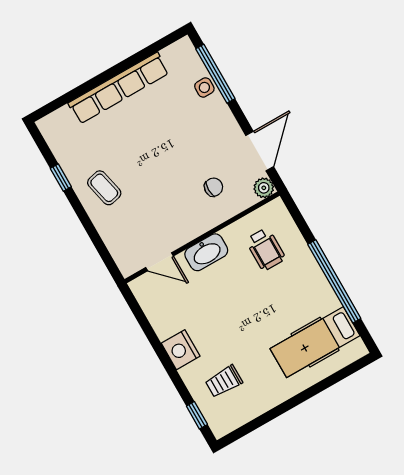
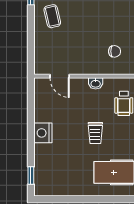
washbasin: (206, 252) -> (96, 83), width x0.52, depth x0.69
trolley: (224, 381) -> (95, 133), moved, turned -90

